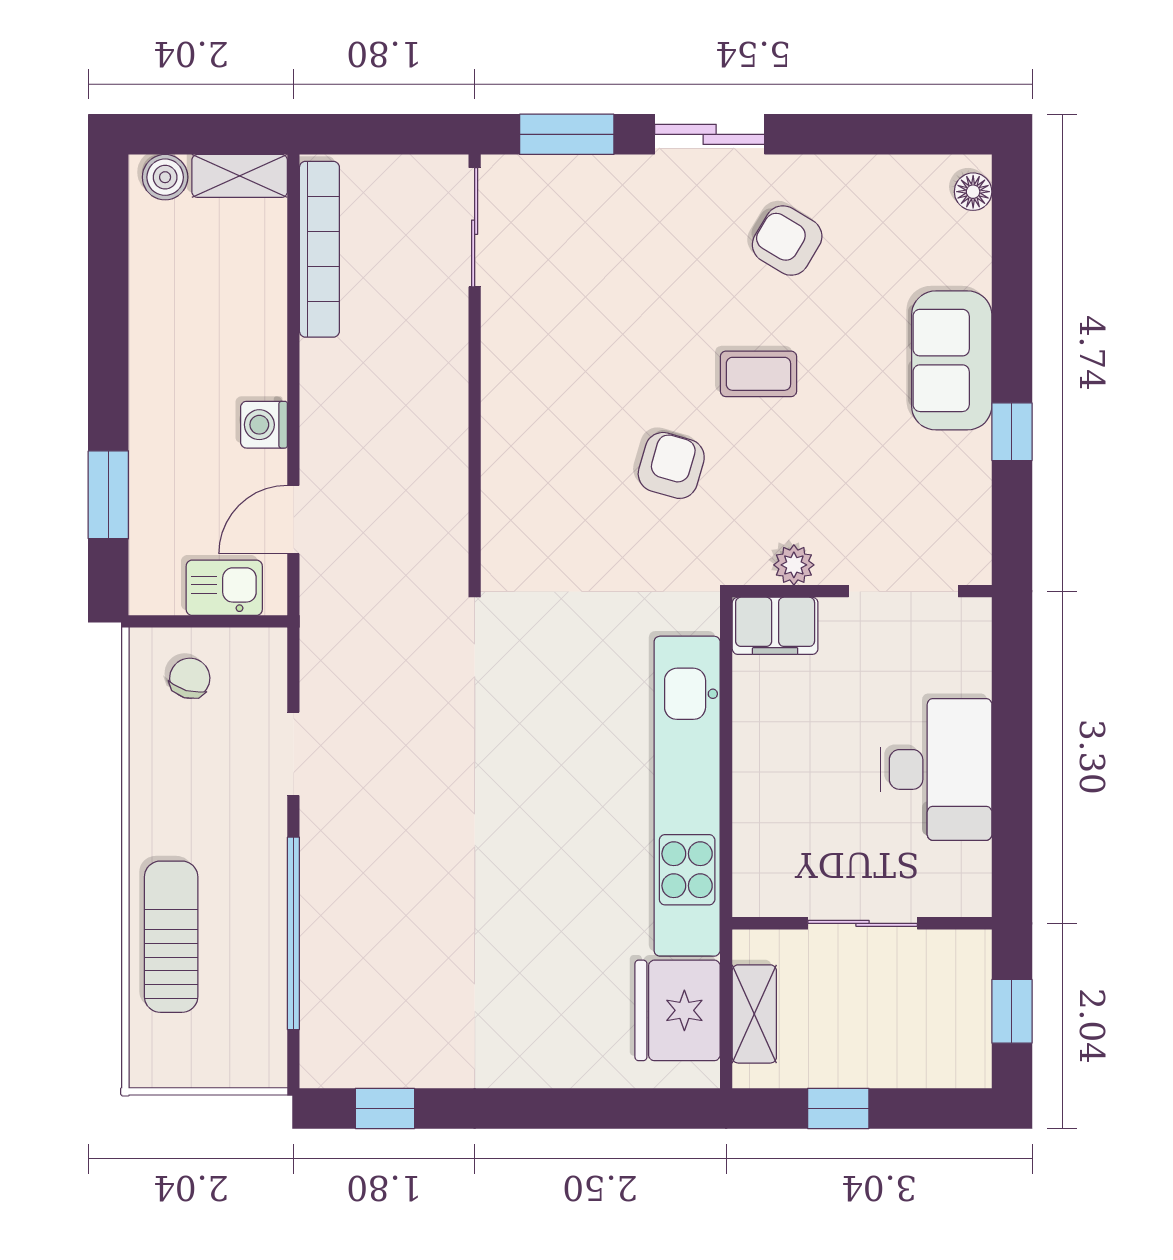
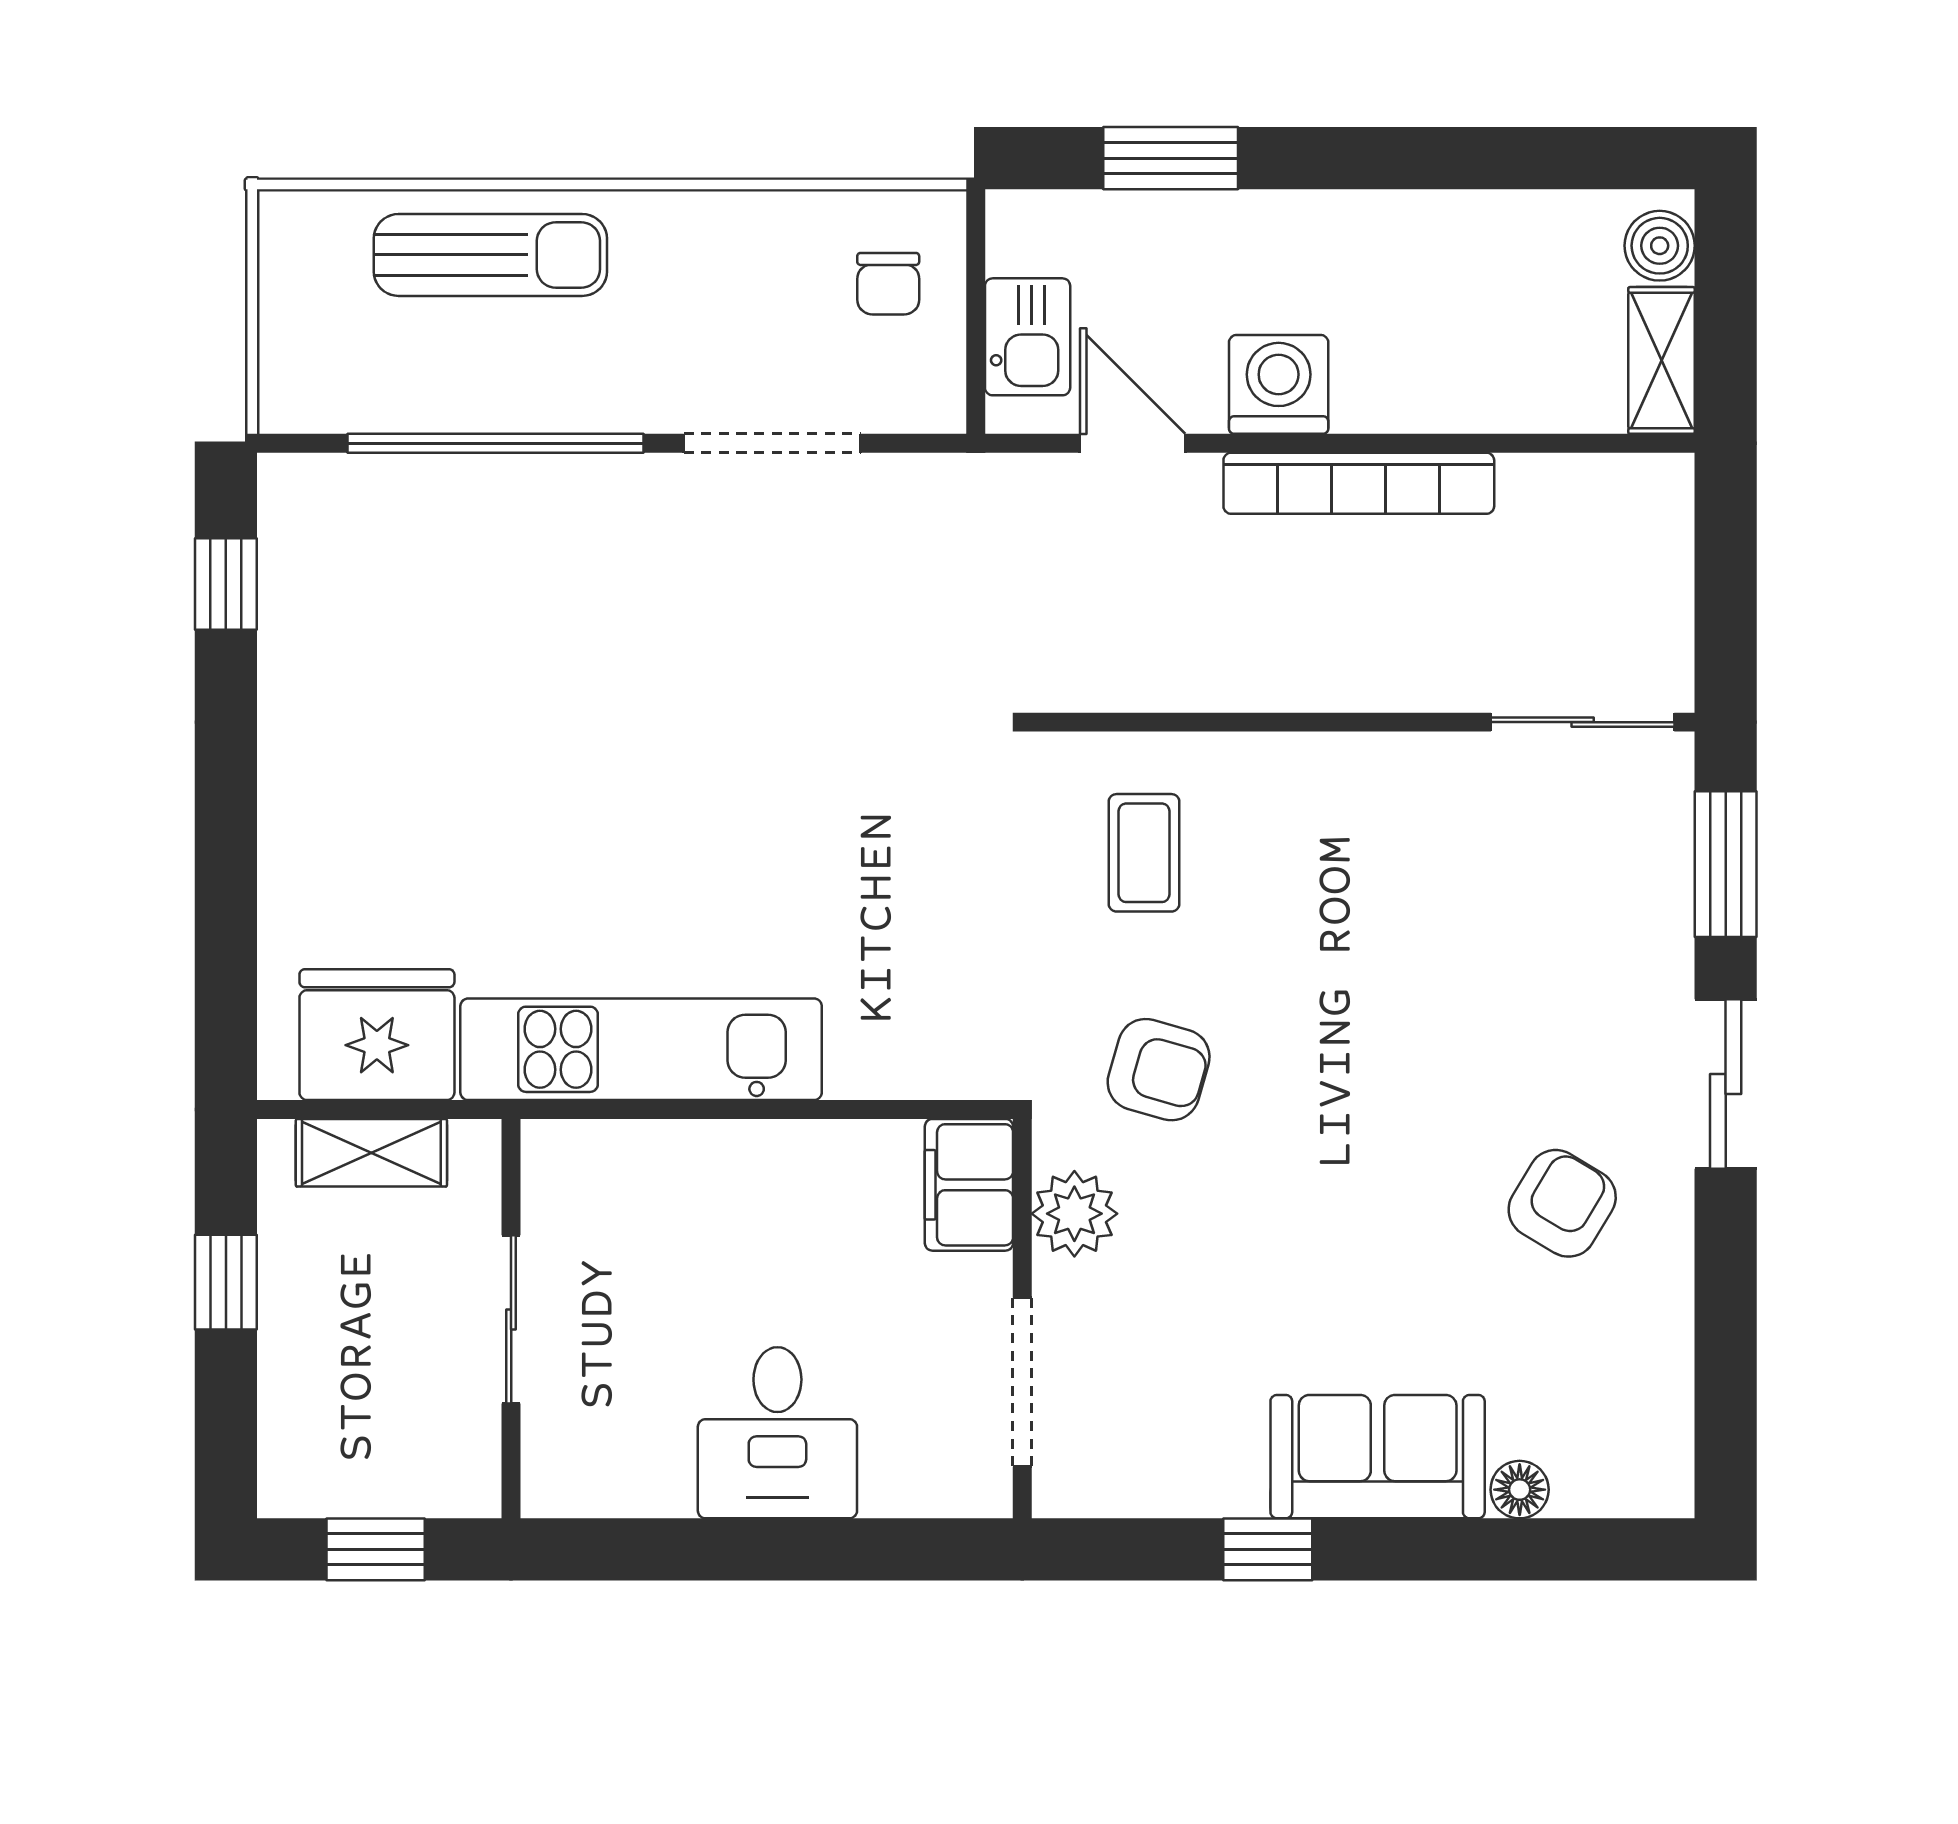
floor lamp: (973, 192) -> (1520, 1490), moved
bookcase: (319, 249) -> (1359, 483), moved
coffee table: (758, 374) -> (1144, 853), moved
washing machine: (264, 425) -> (1279, 384), width x1.38, depth x1.38
armchair: (671, 465) -> (1159, 1070), moved
plant: (794, 565) -> (1074, 1214), width x1.38, depth x1.38
chair: (190, 678) -> (888, 284), turned 74
doorway: (293, 754) -> (772, 443), width x1.38
desk: (936, 769) -> (777, 1433), width x0.73
kitchen unit: (687, 796) -> (641, 1049), width x0.73

